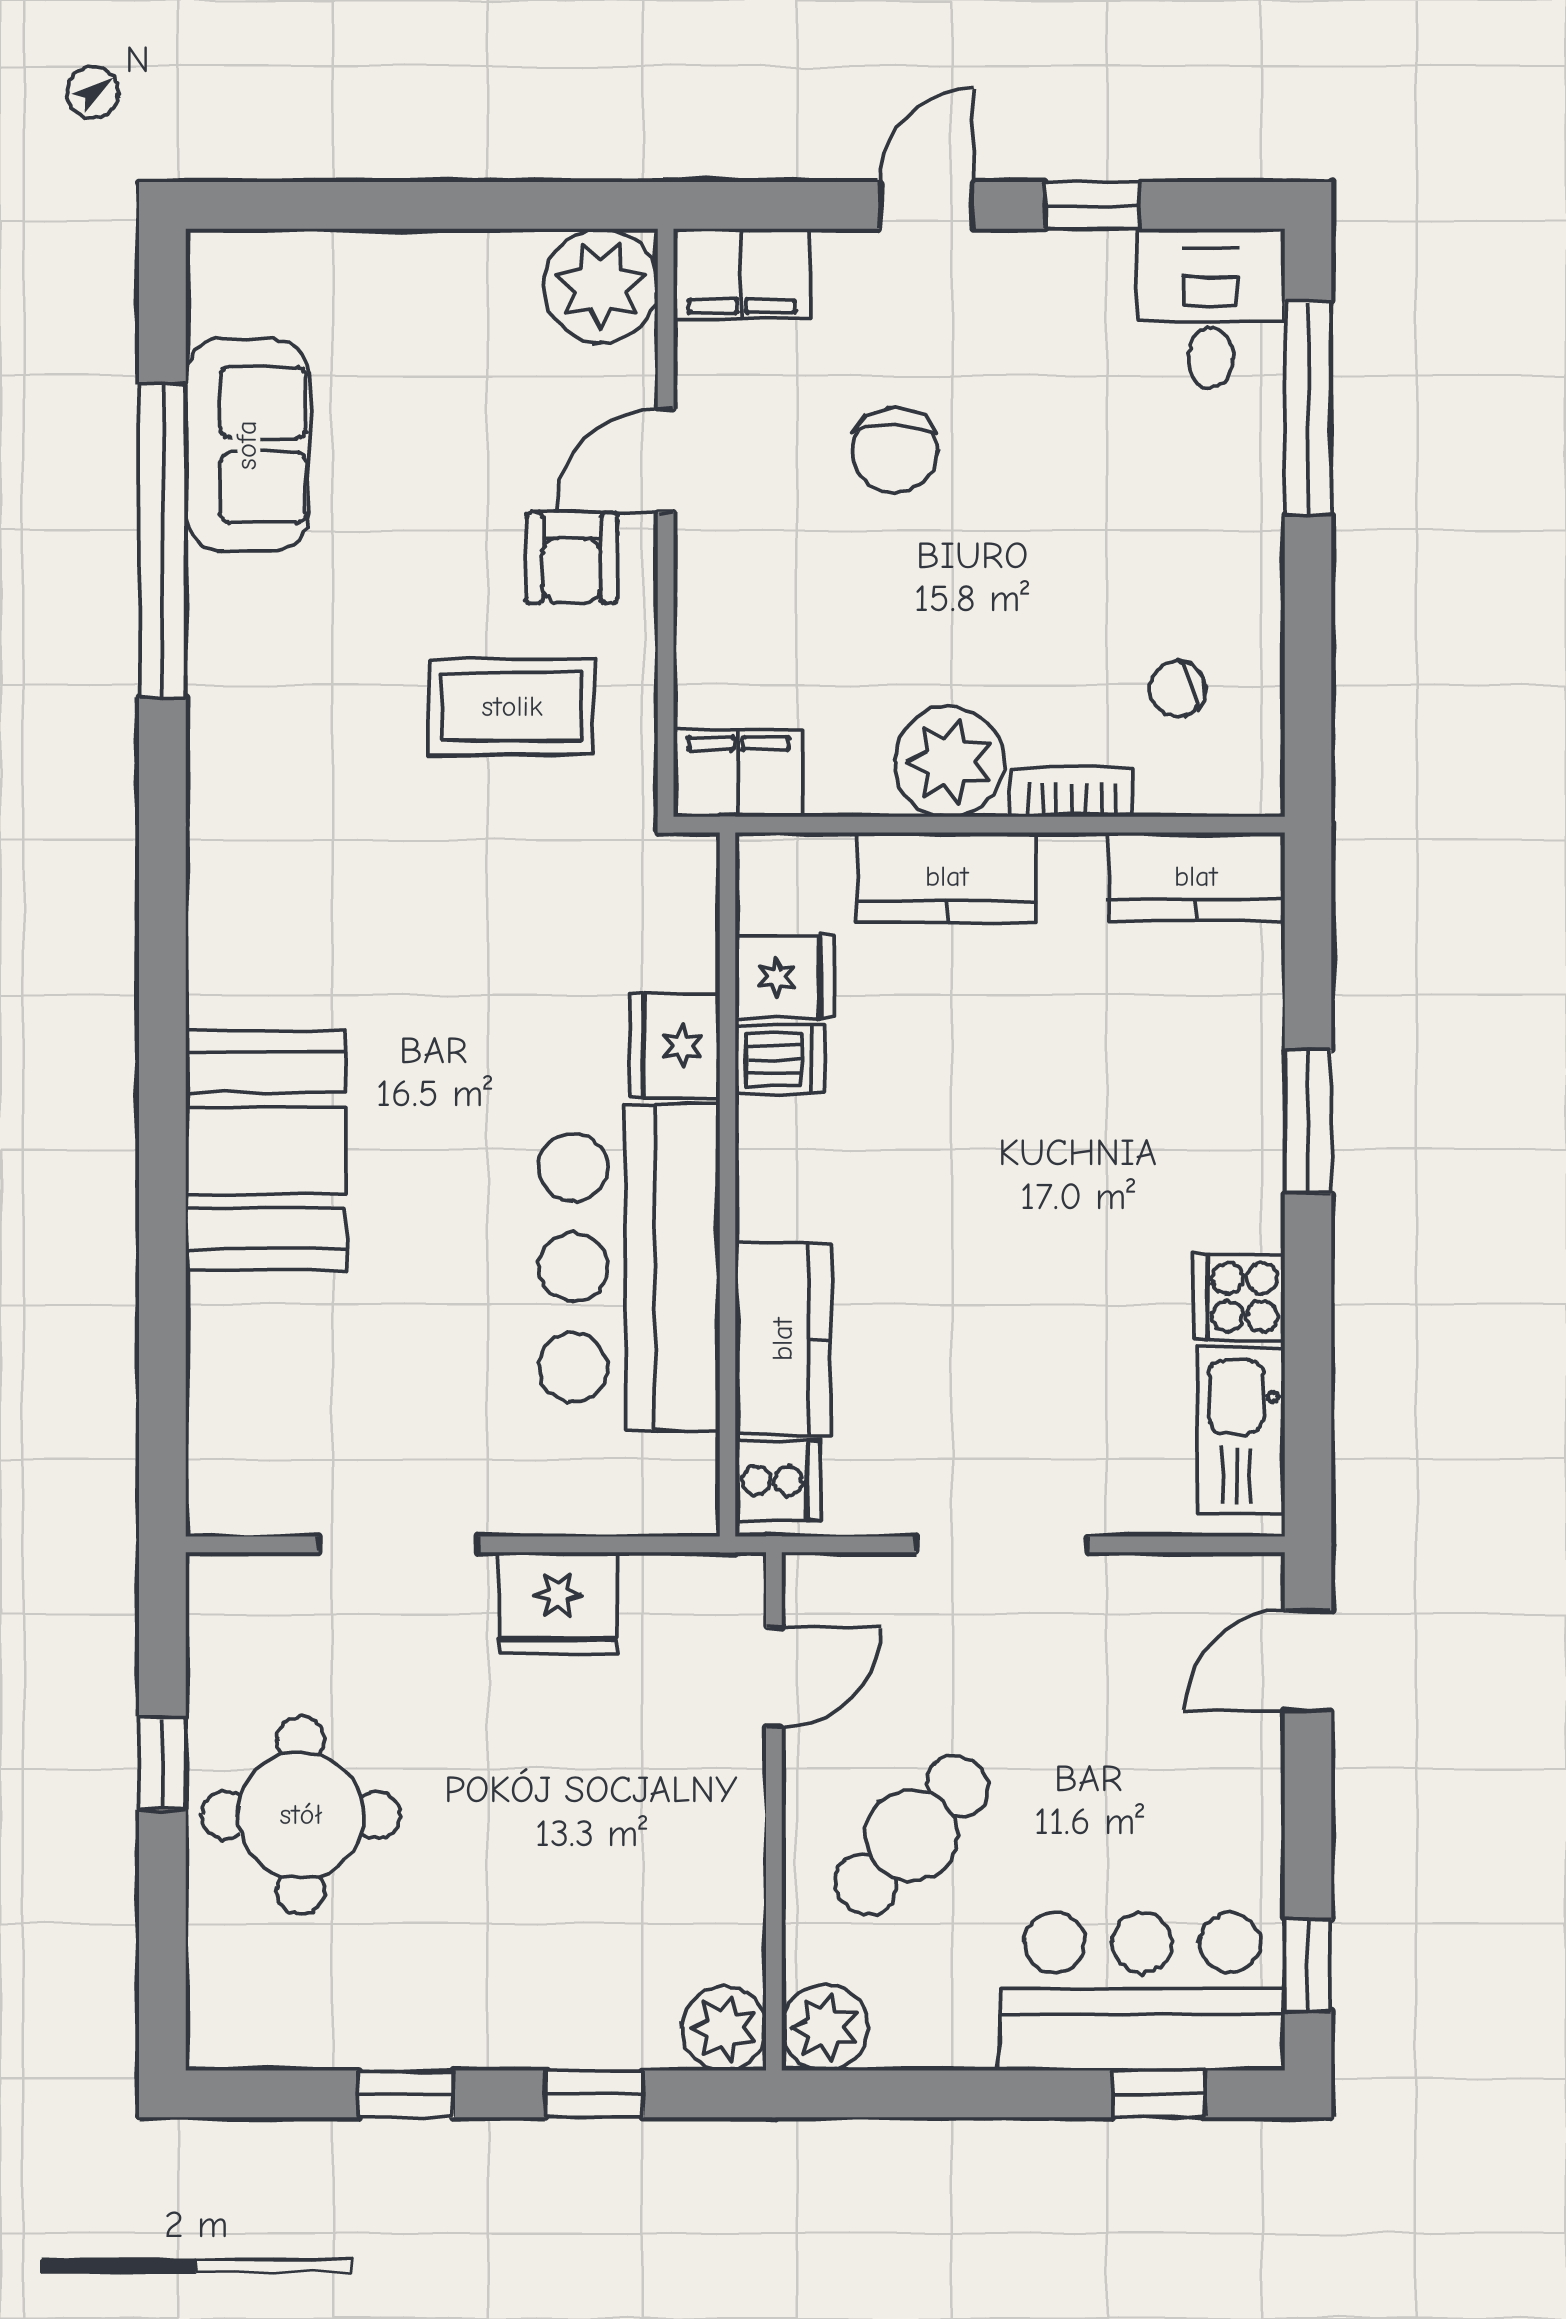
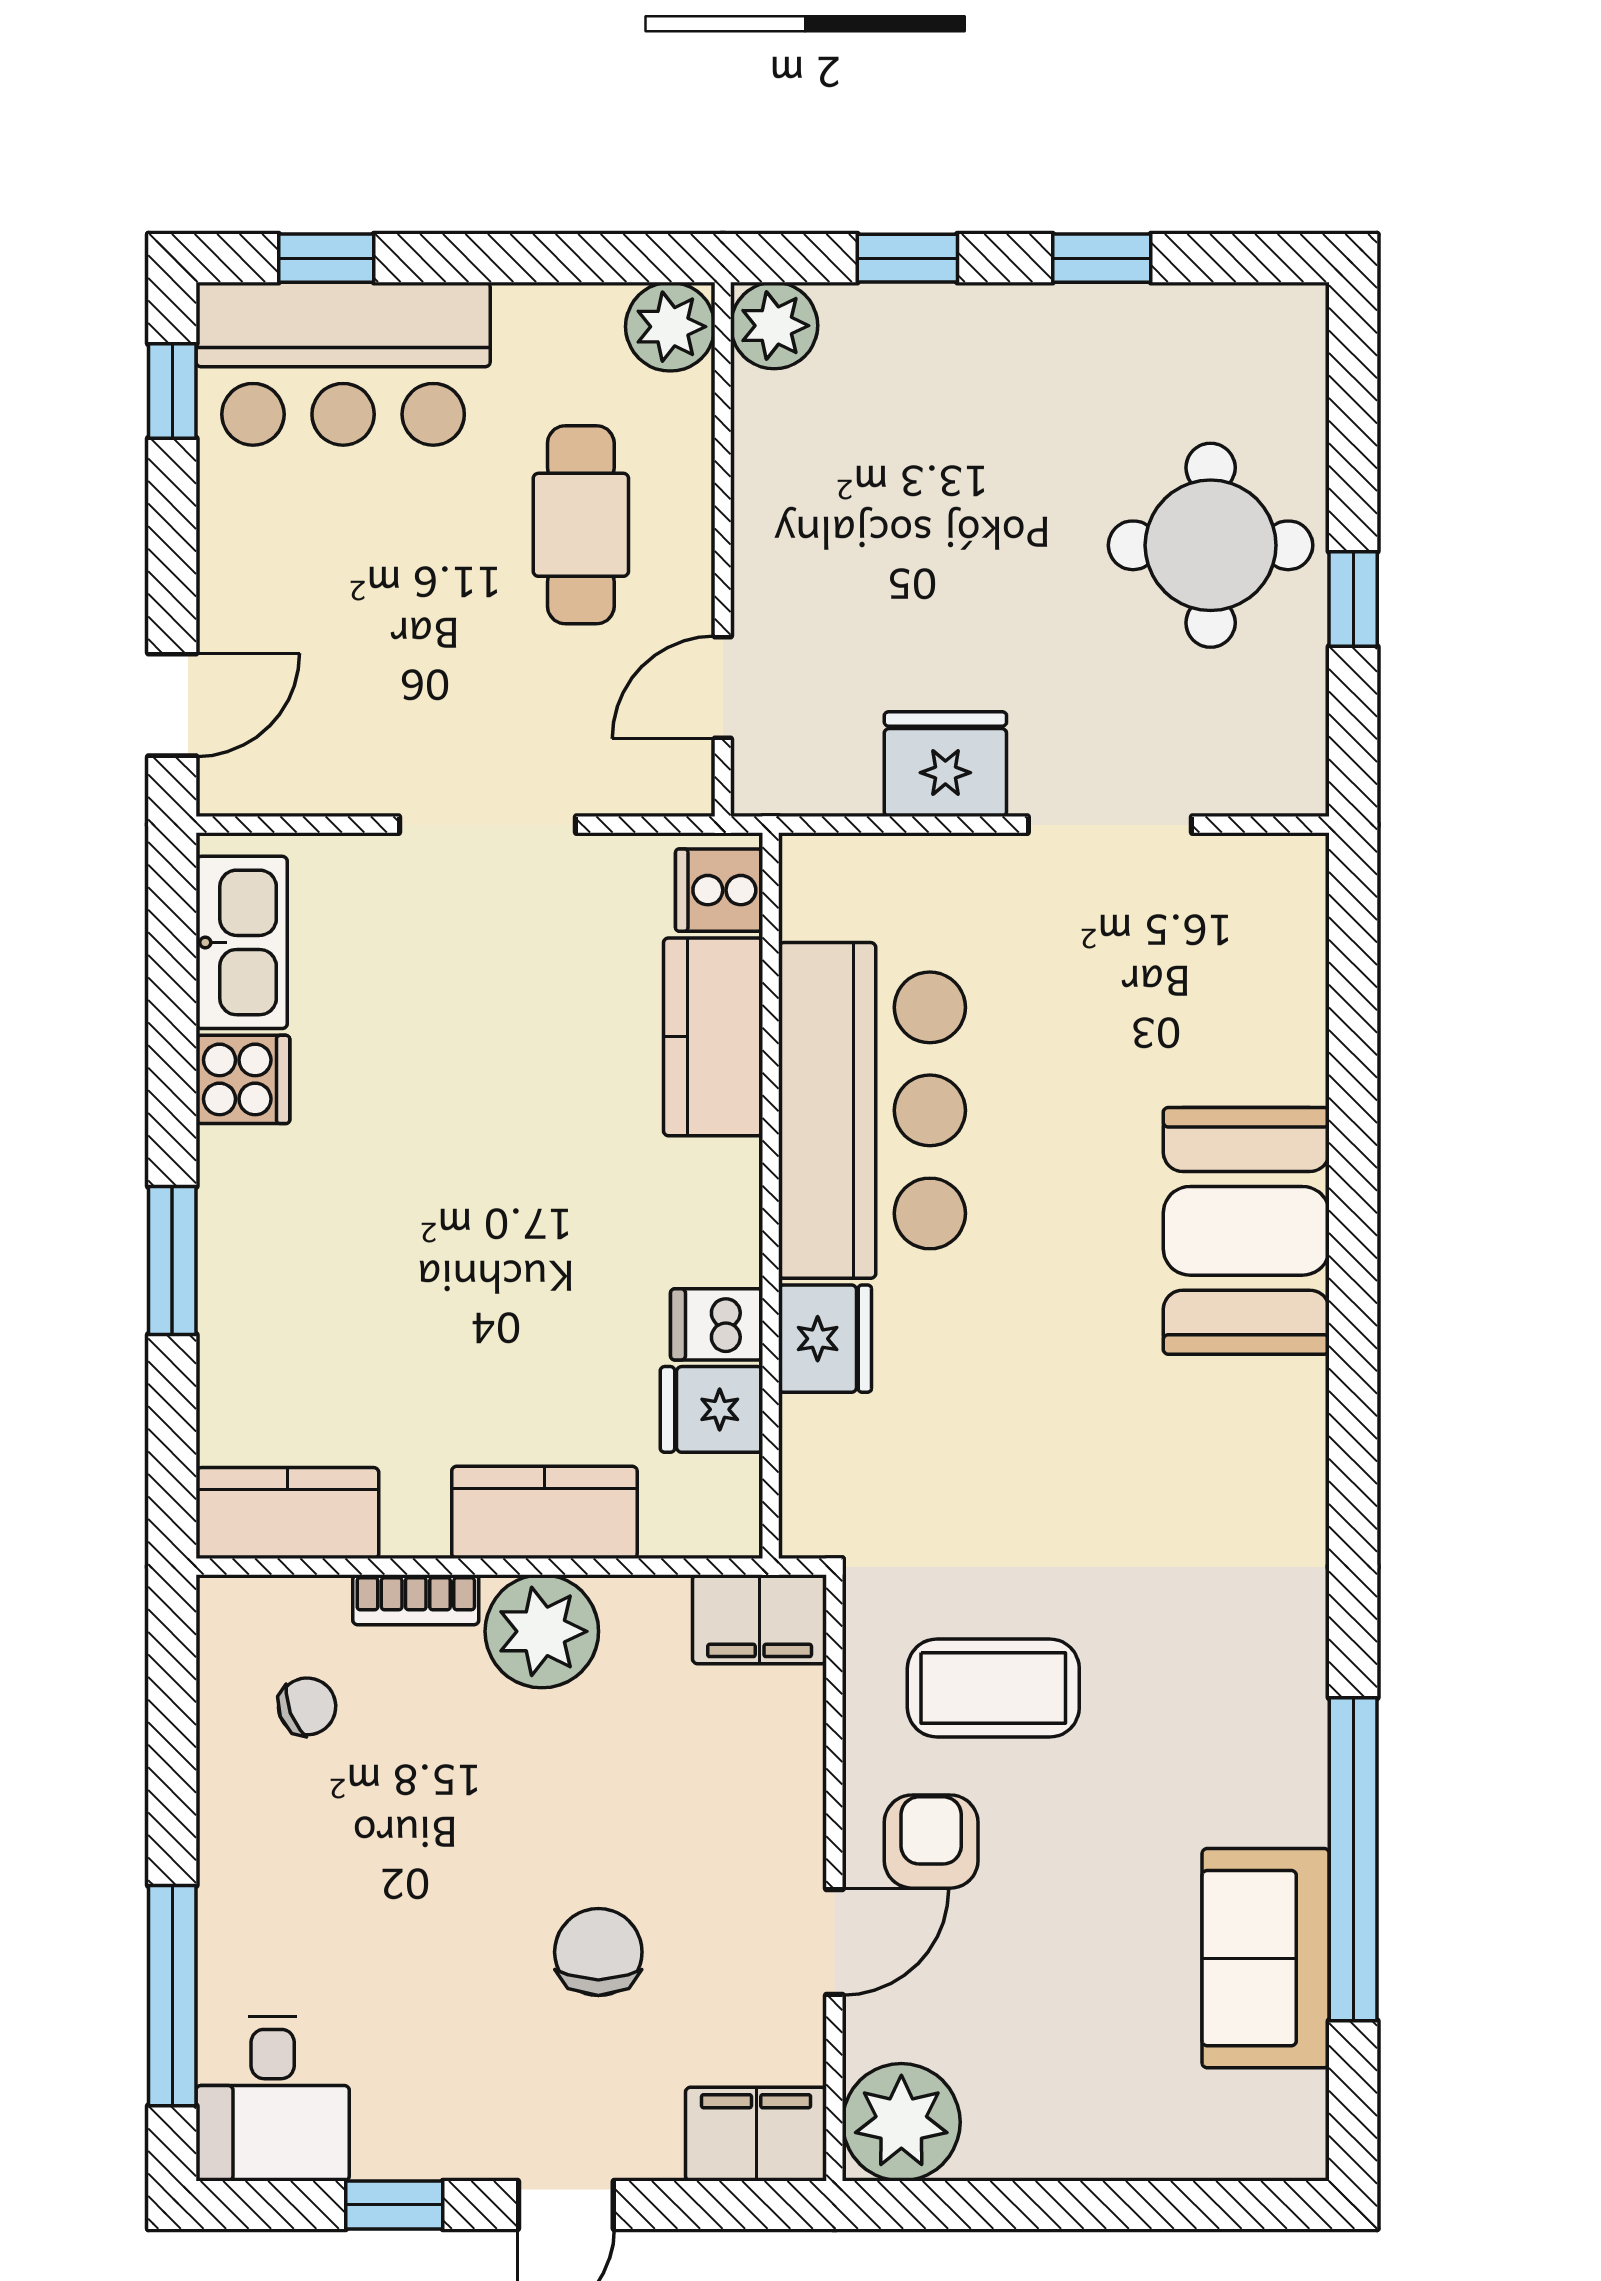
cafe table: (912, 1835) -> (581, 525), turned -43

